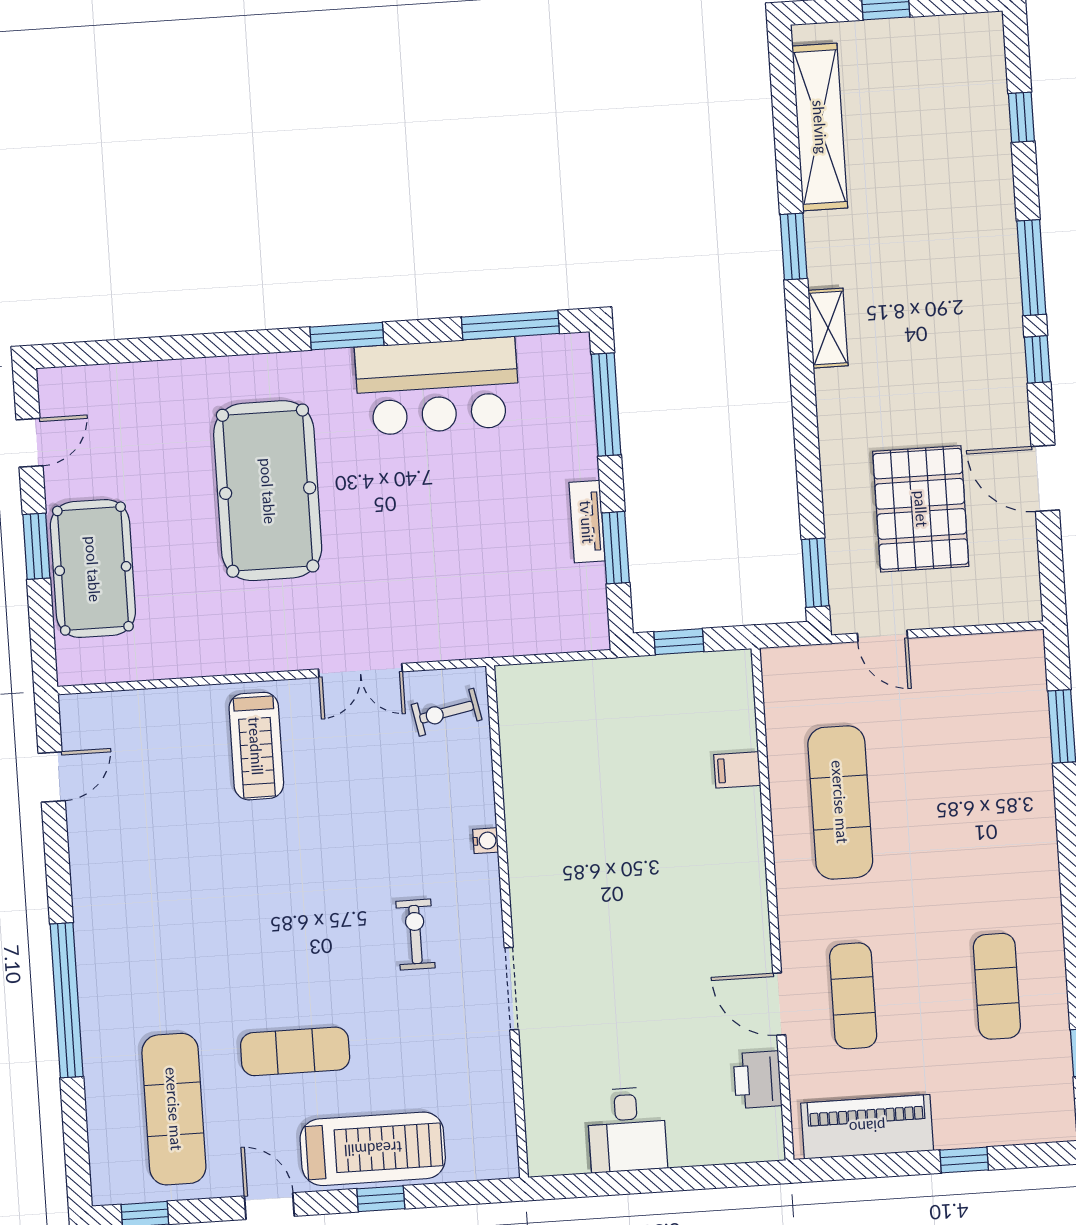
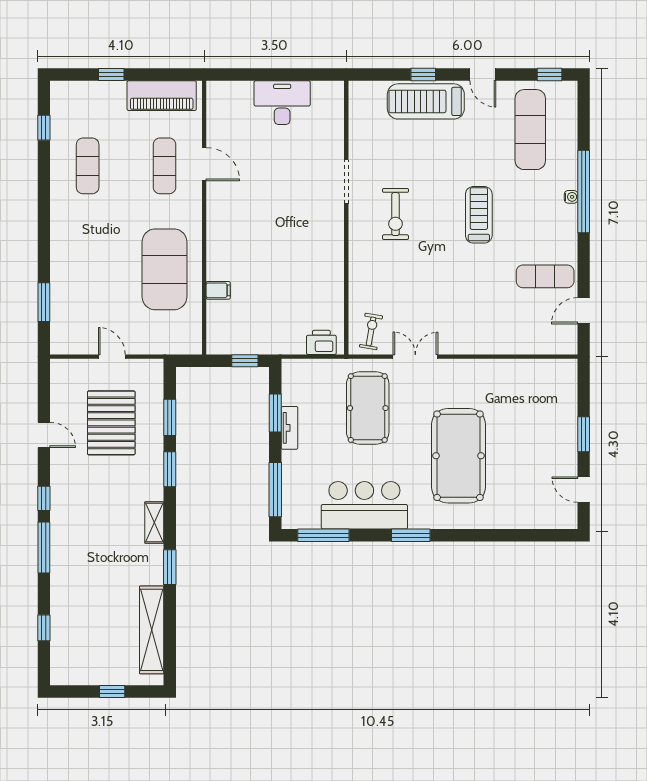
window: (806, 429) -> (170, 469), added
door: (30, 443) -> (584, 490), hinge flipped
door: (1045, 478) -> (44, 435), width x0.73
pool table: (93, 569) -> (368, 408), moved
window: (815, 573) -> (170, 417), moved
door: (883, 636) -> (112, 357), moved
exercise bike: (447, 712) -> (371, 331), turned -69
treadmill: (256, 746) -> (479, 215), moved
exercise mat: (840, 802) -> (164, 269), width x1.47
water cooler: (486, 841) -> (571, 197), moved, turned 180
exercise bike: (415, 935) -> (395, 214), width x1.38, depth x1.39
exercise mat: (295, 1051) -> (545, 276), moved
printer: (758, 1080) -> (321, 342), moved, turned -90
desk: (627, 1130) -> (282, 103), width x1.37

